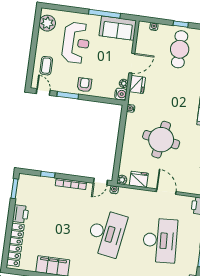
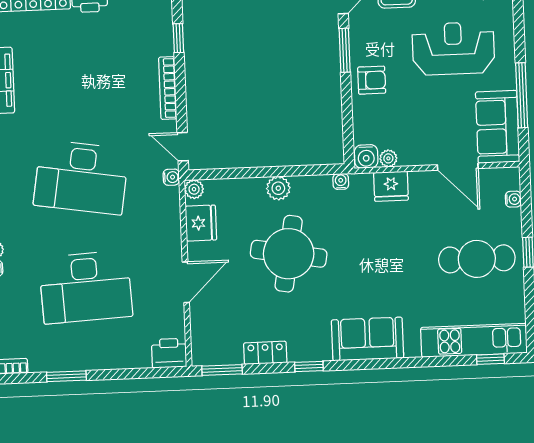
reception desk: (76, 43) -> (453, 48), turned 180
door: (132, 63) -> (458, 167), moved
plant: (129, 139) -> (278, 188), added

